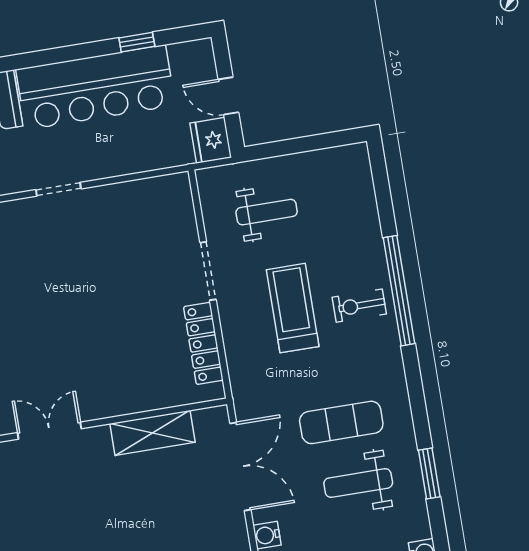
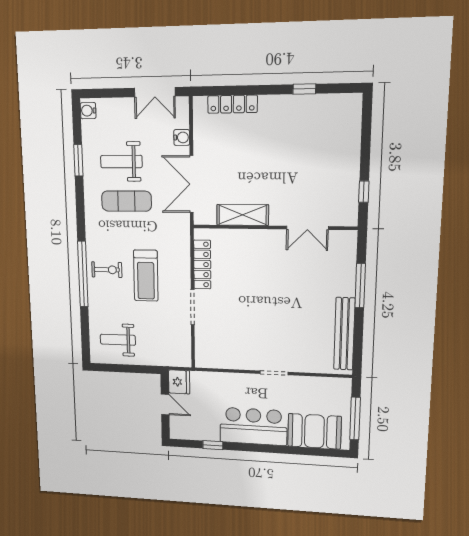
bar counter: (96, 87) -> (253, 426), width x0.73
weight bench: (267, 212) -> (118, 340), moved
weight bench: (358, 483) -> (121, 162), turned 180

